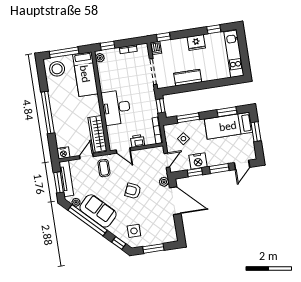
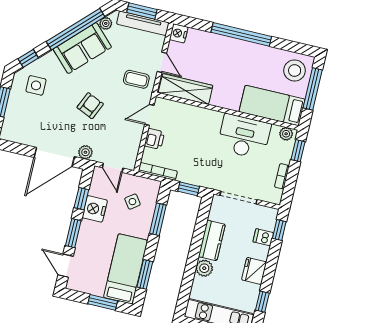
dishwasher: (156, 48) -> (263, 237), moved
plant: (207, 75) -> (204, 268), added
desk: (116, 107) -> (244, 137), moved

